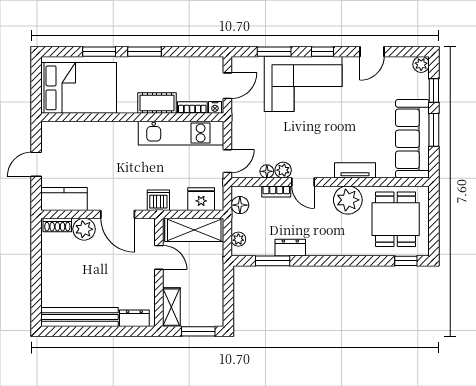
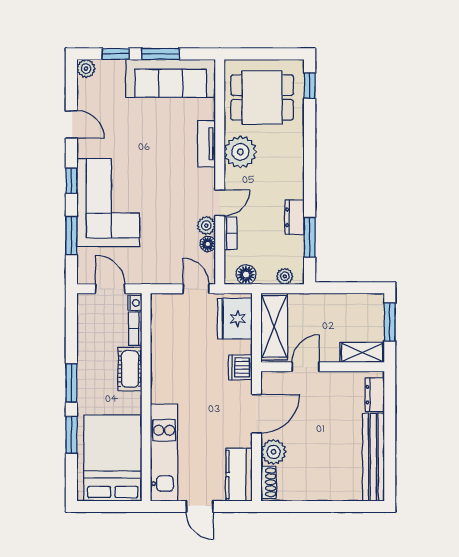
kitchen unit: (181, 133) -> (164, 453), moved
fridge: (201, 199) -> (235, 319), width x1.36, depth x1.34

